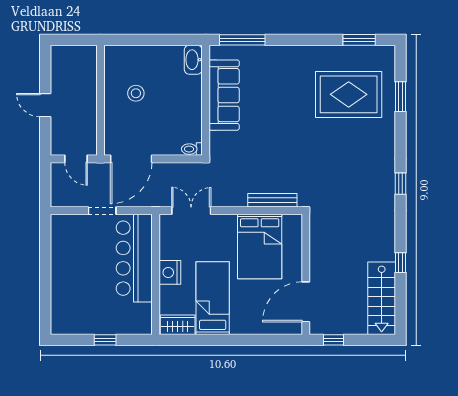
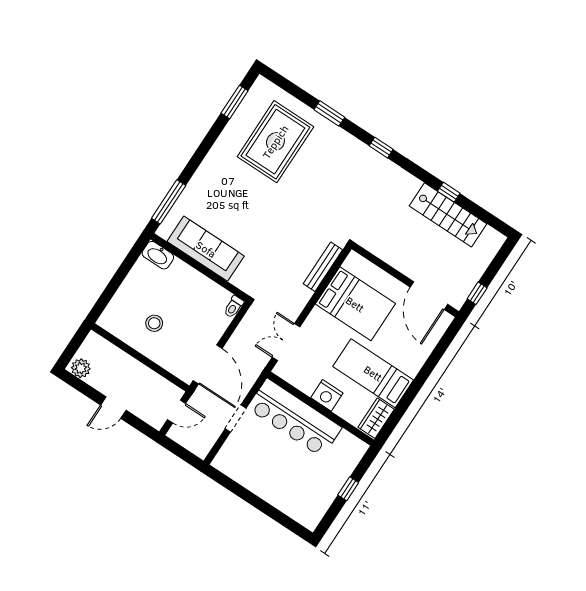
plant: (60, 58) -> (81, 368), added
window: (401, 97) -> (329, 113), moved
stairs: (382, 298) -> (448, 215), moved

